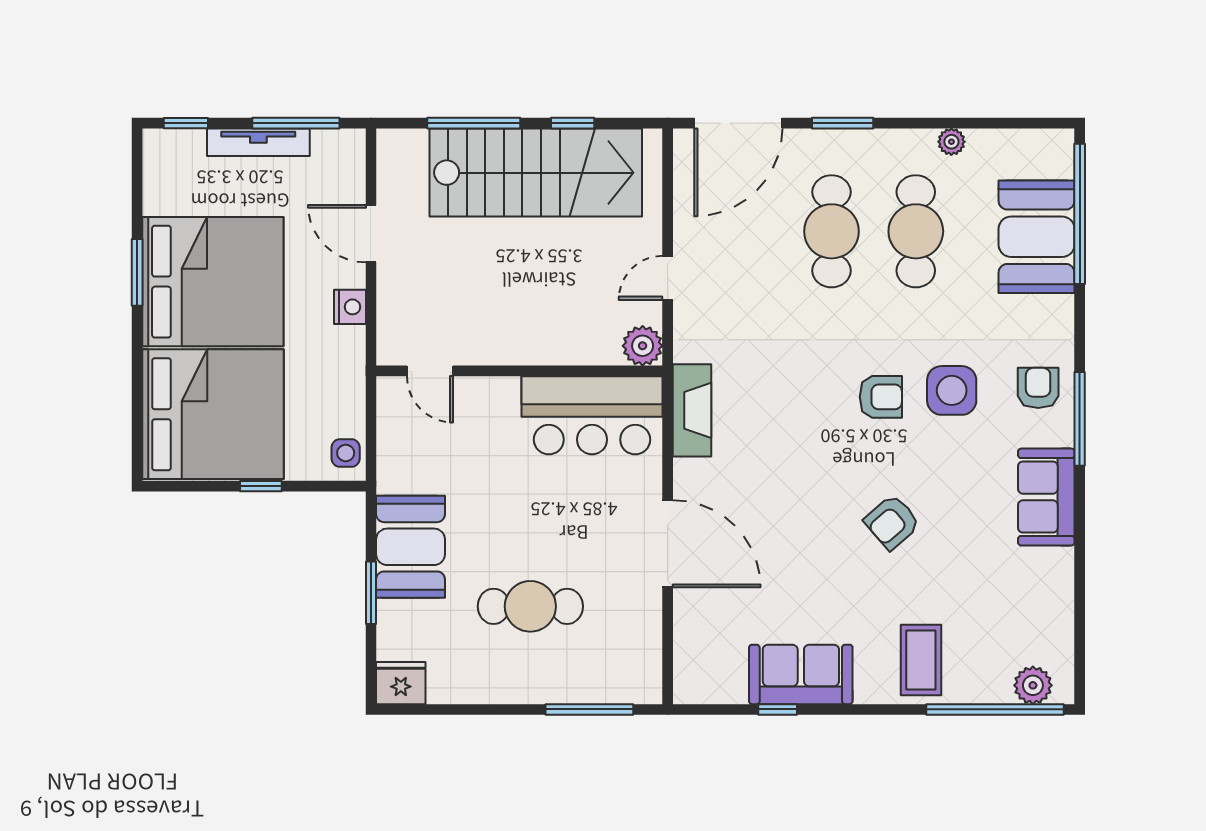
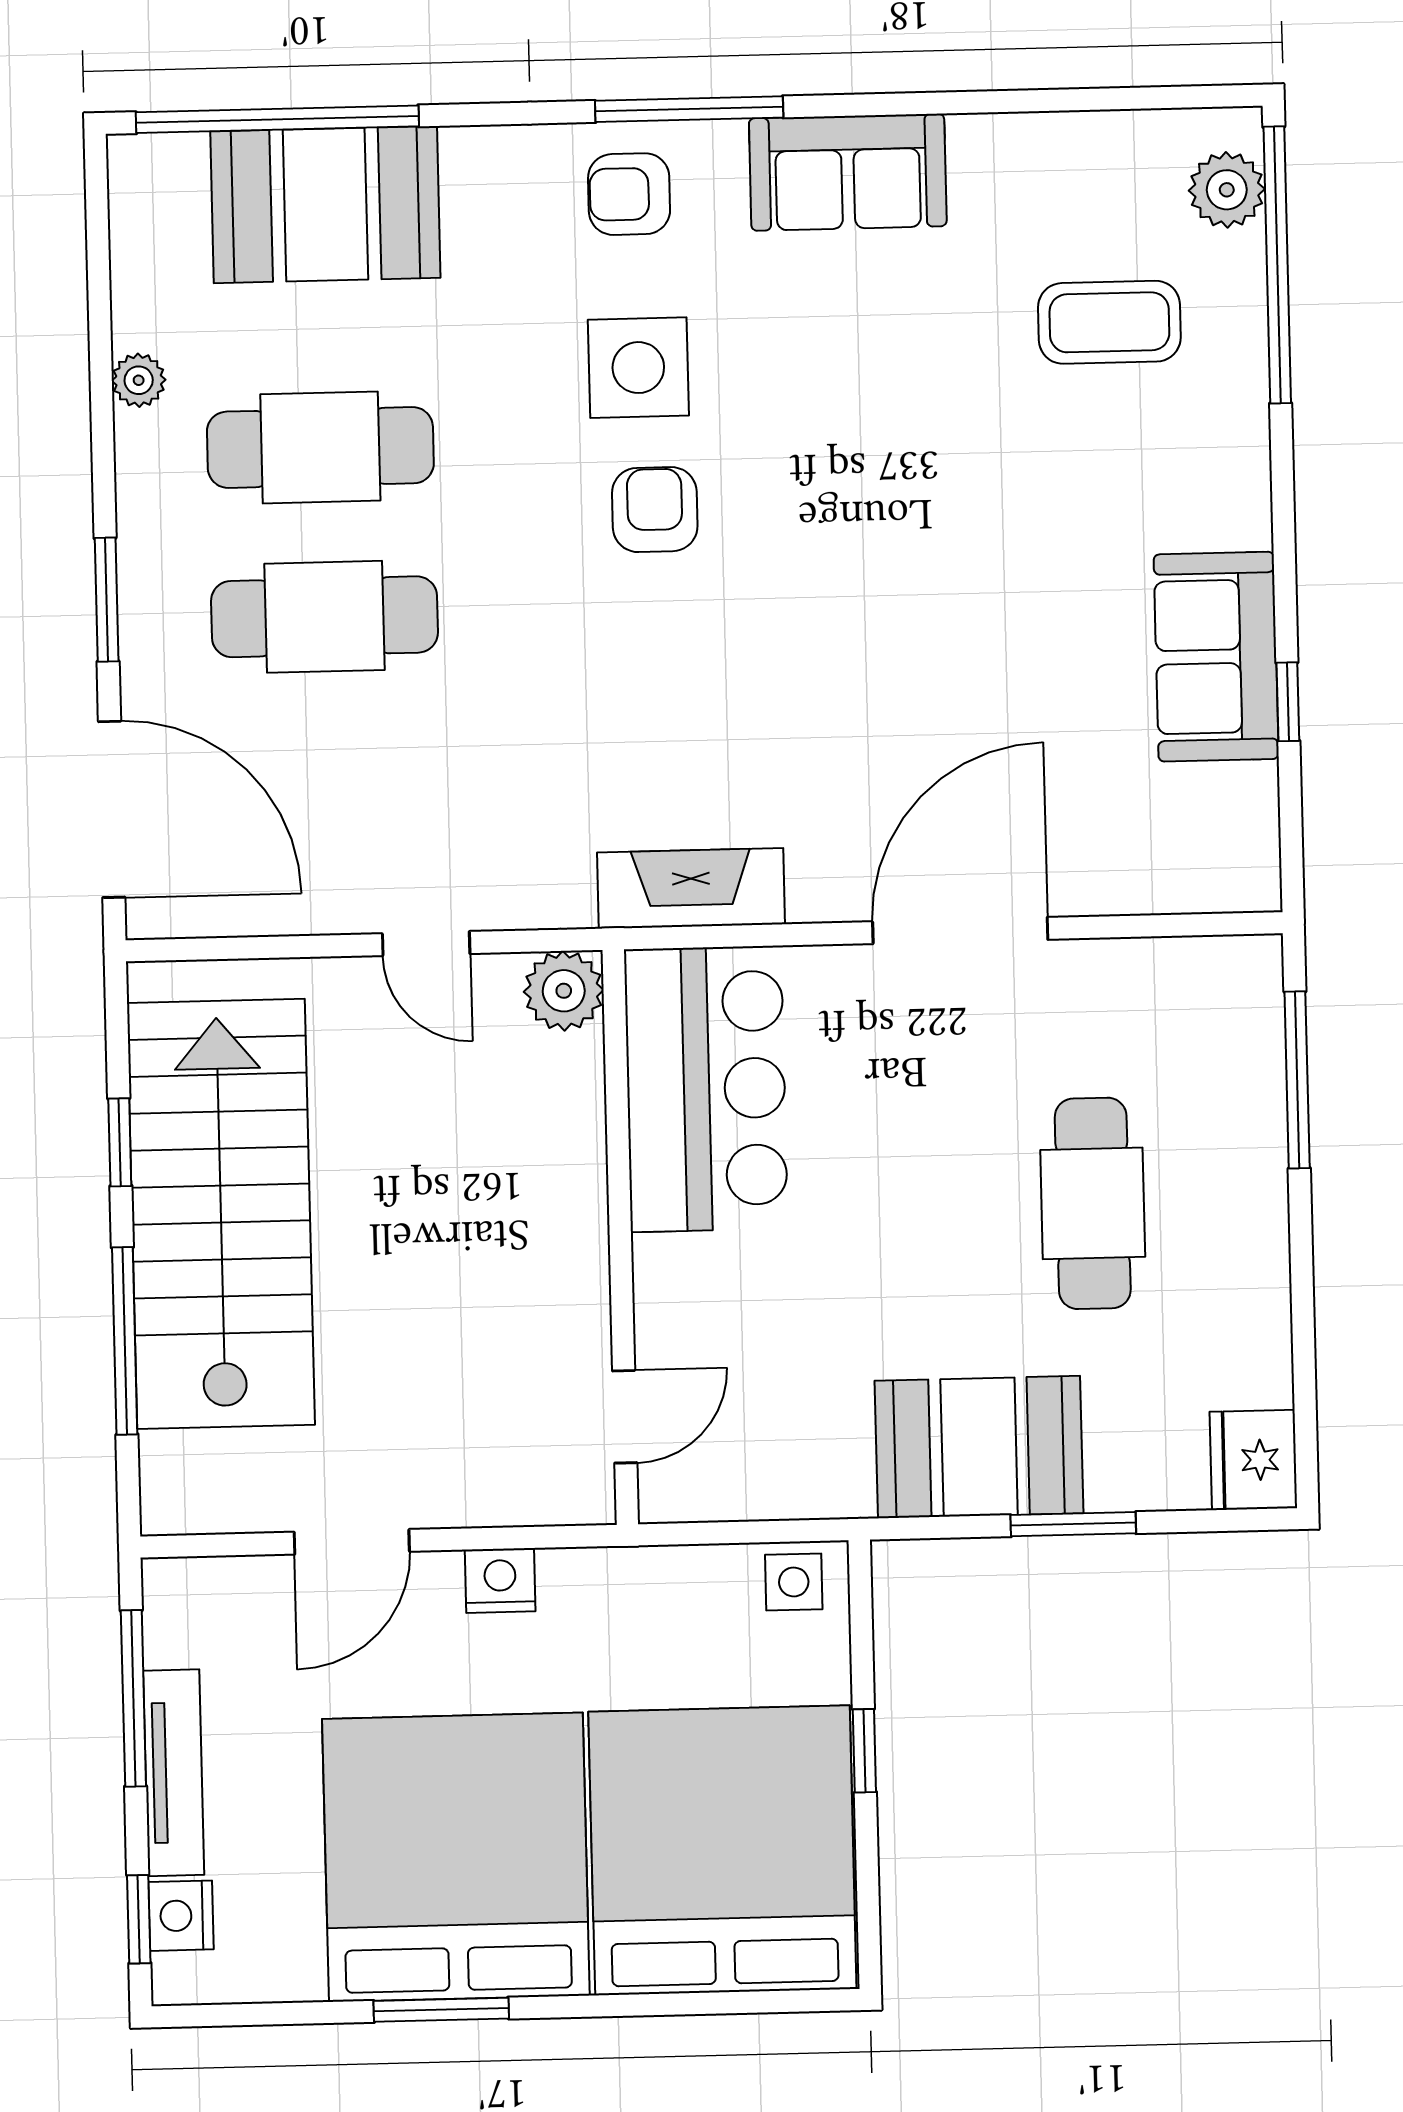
nightstand: (187, 144) -> (181, 1916), added
armchair: (892, 522) -> (906, 481), removed
coffee table: (921, 660) -> (1109, 322), moved

